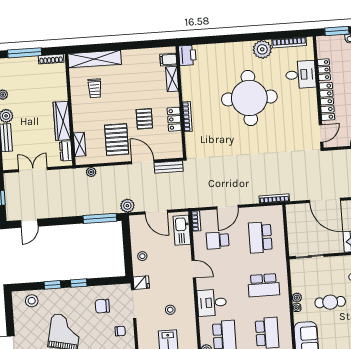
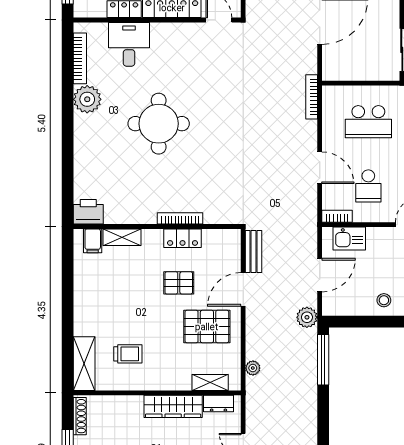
shelving: (95, 59) -> (84, 364), width x0.68
round table: (249, 98) -> (159, 124), width x0.73, depth x0.73
kitchen sink: (182, 230) -> (349, 239), width x0.73

